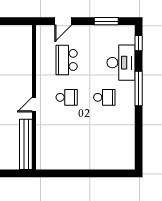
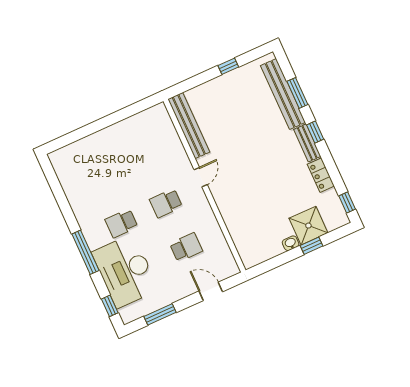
door: (63, 21) -> (211, 291), hinge flipped
school desk: (67, 60) -> (186, 247), width x0.54
desk: (121, 63) -> (125, 271), width x1.36, depth x1.30

